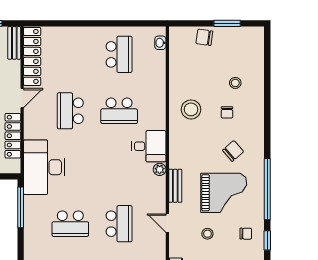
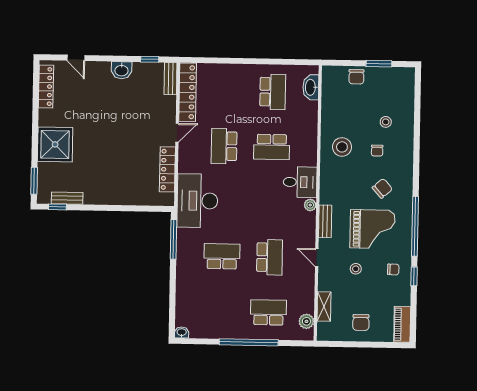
chair: (204, 37) -> (356, 77), turned -98
washbasin: (160, 43) -> (311, 87), width x1.91, depth x1.45
school desk: (70, 224) -> (222, 256), turned 180

